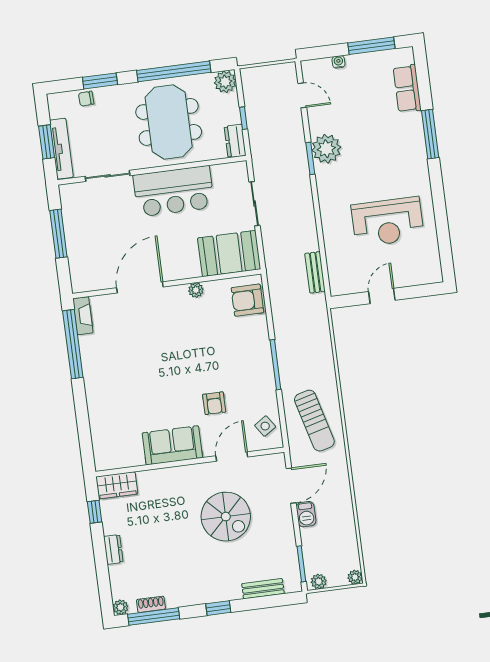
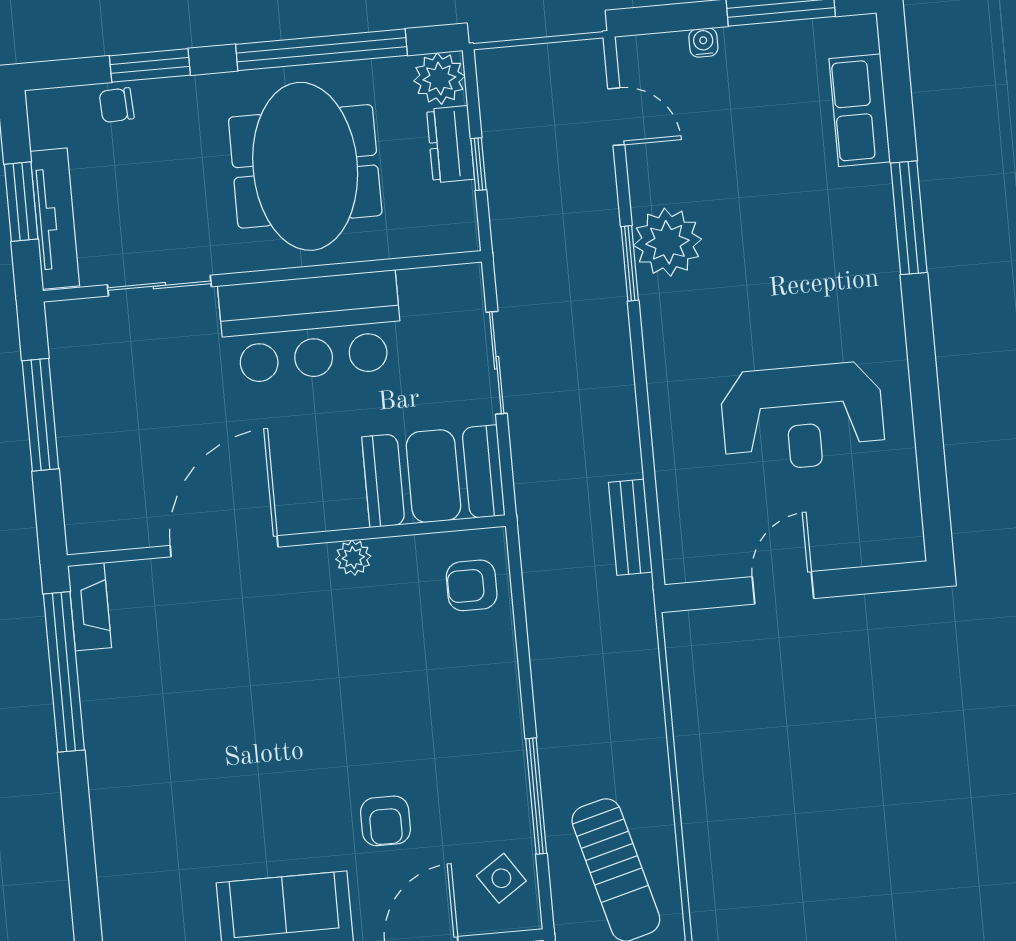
dresser: (235, 141) -> (451, 144), moved
armchair: (247, 300) -> (472, 585), width x0.72, depth x0.72
window: (275, 365) -> (536, 796), moved

